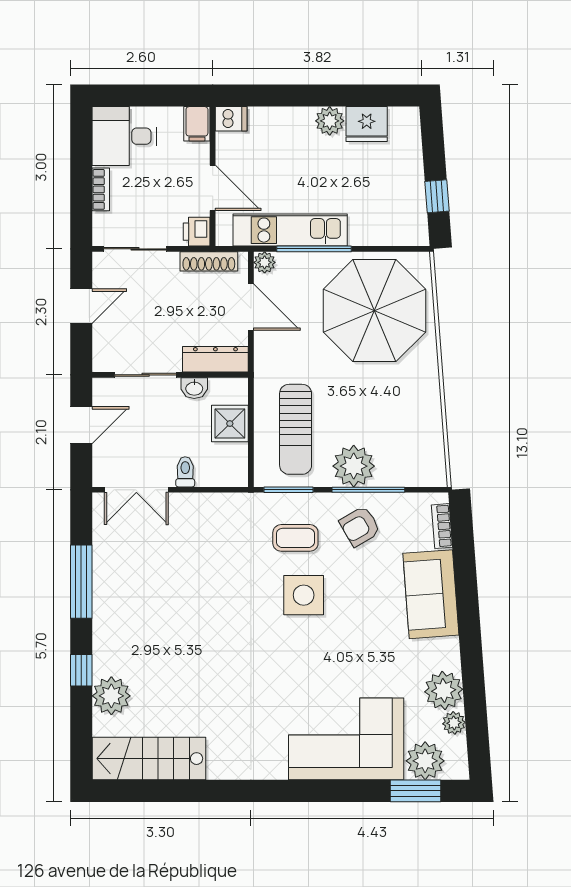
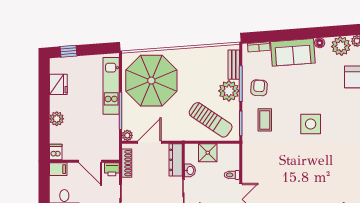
plant: (330, 121) -> (57, 119), moved
door: (213, 188) -> (90, 161), swing flipped
window: (437, 196) -> (69, 51), moved
kitchen unit: (290, 230) -> (111, 86), moved
sun lounger: (296, 429) -> (211, 120), turned 34
bench: (406, 476) -> (234, 65), added
armchair: (360, 526) -> (259, 88), turned -146
side table: (304, 595) -> (311, 124), moved
floor lamp: (450, 648) -> (320, 43), added

